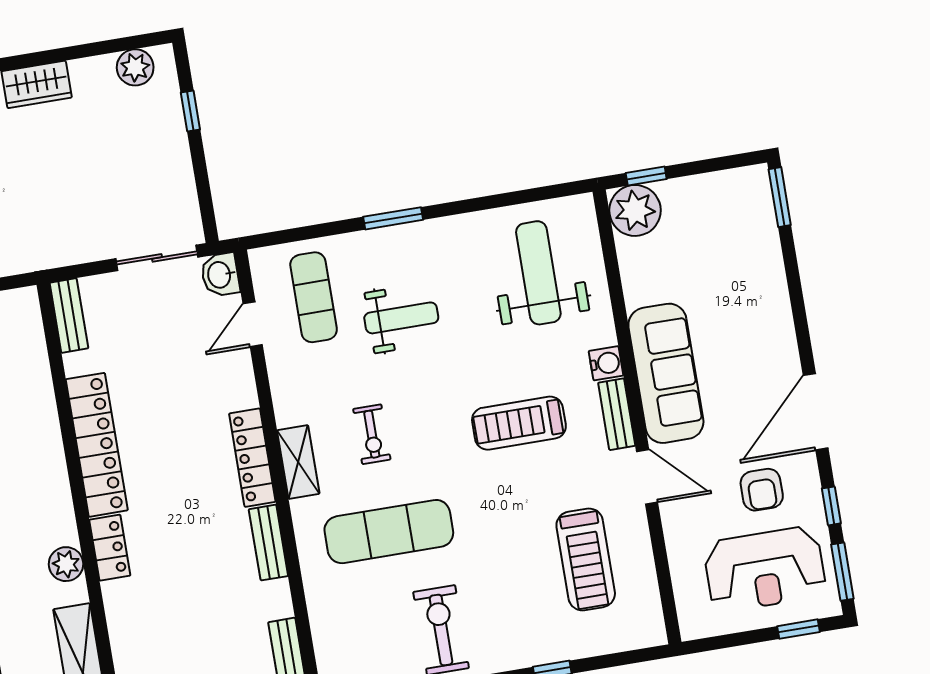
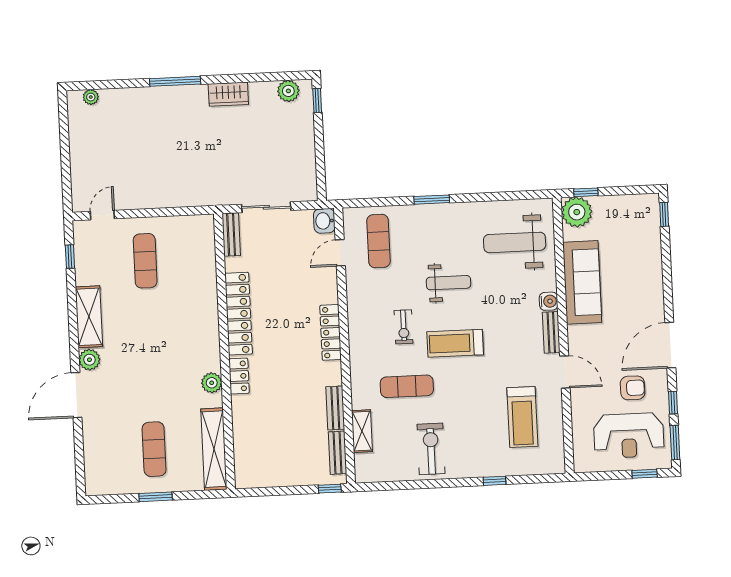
window: (190, 111) -> (317, 100), moved
window: (780, 197) -> (664, 214), width x0.67
sliding door: (157, 258) -> (266, 207), moved
weight bench: (538, 273) -> (515, 242), turned -90
weight bench: (401, 318) -> (448, 283), moved
sofa: (666, 373) -> (582, 282), moved
treadmill: (519, 423) -> (455, 343), moved
shelving: (298, 462) -> (362, 431), moved
armchair: (762, 490) -> (633, 388), turned -90
exercise mat: (389, 532) -> (407, 386), width x0.73, depth x0.69
bench: (268, 543) -> (335, 408), moved

